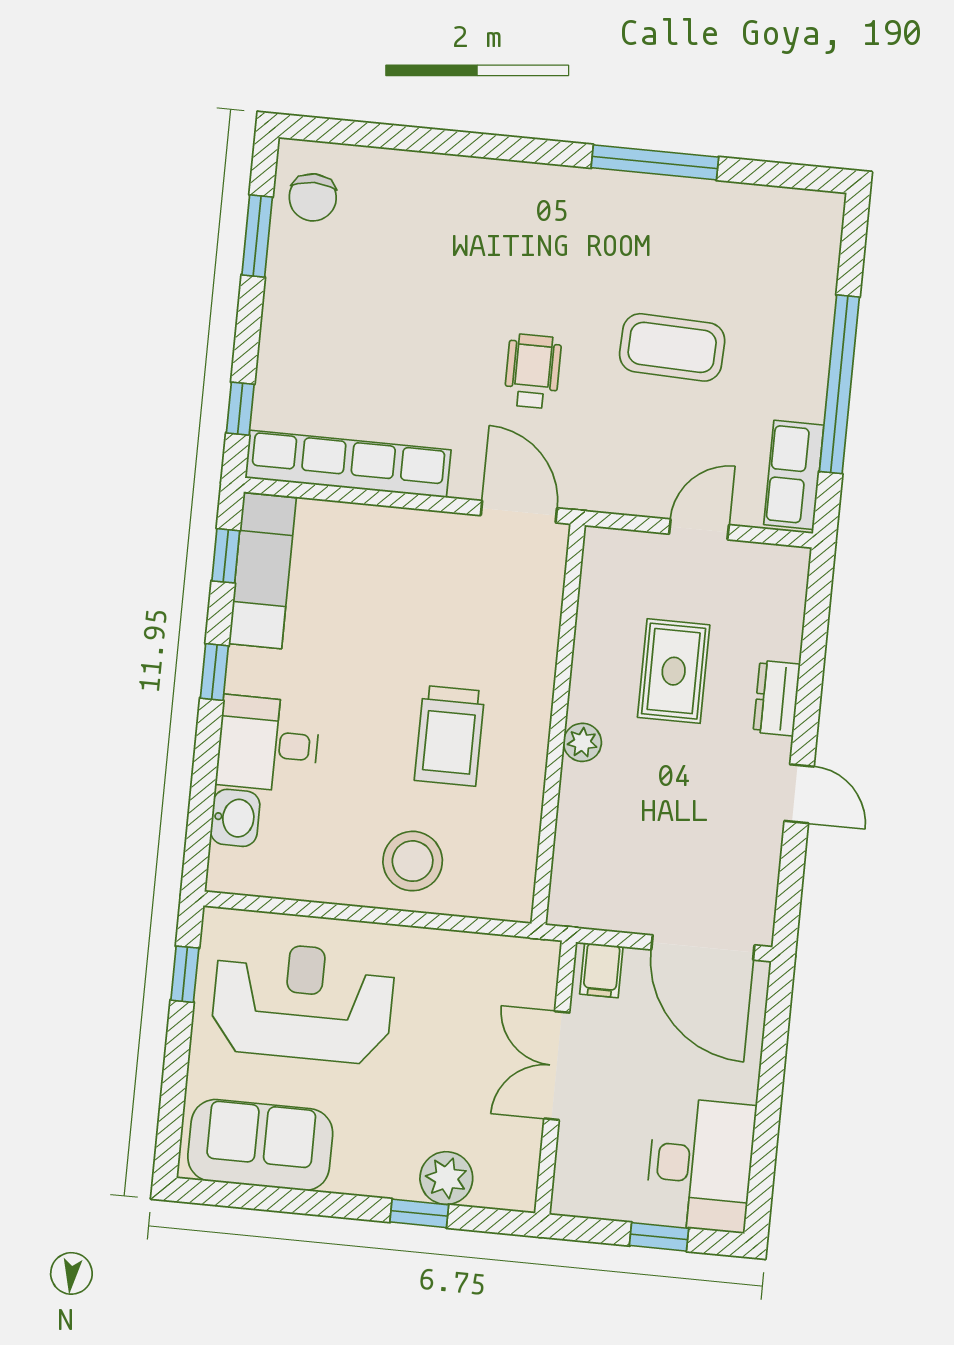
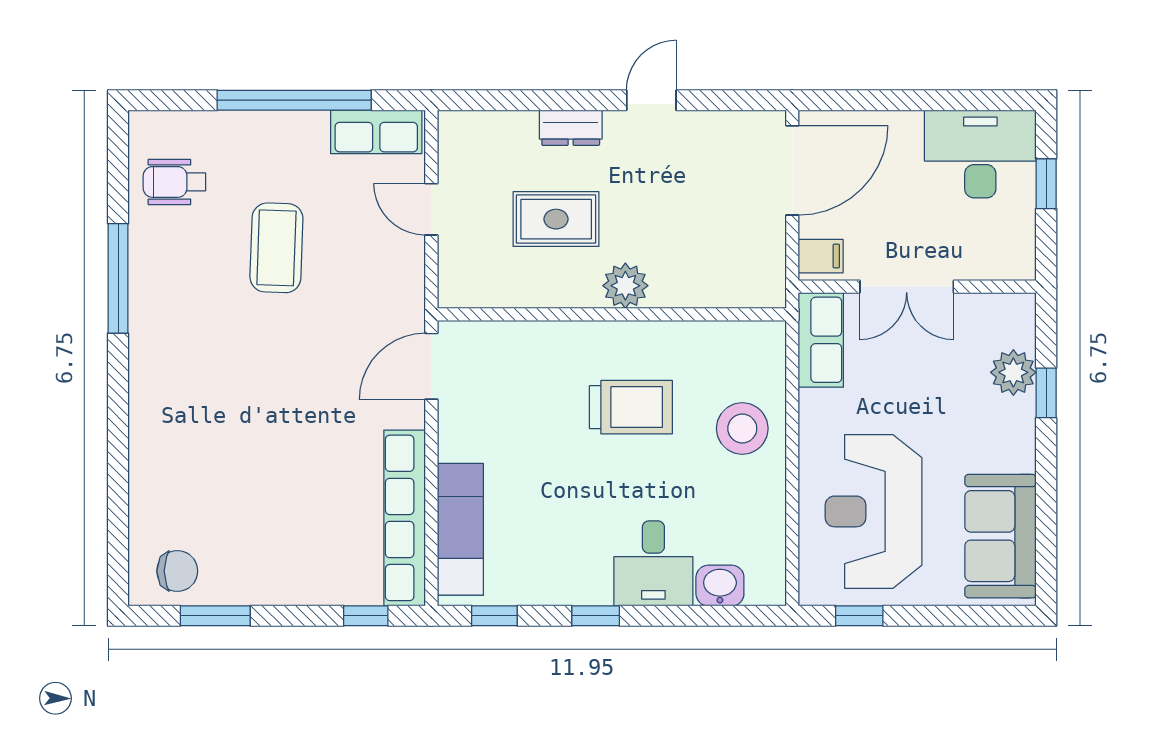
wheelchair: (533, 371) -> (174, 182), moved
exam couch: (263, 571) -> (460, 529), moved, turned 90
plant: (582, 742) -> (625, 286), width x1.38, depth x1.38
row of seats: (505, 961) -> (821, 340), added

